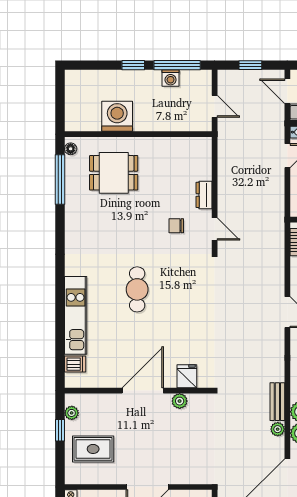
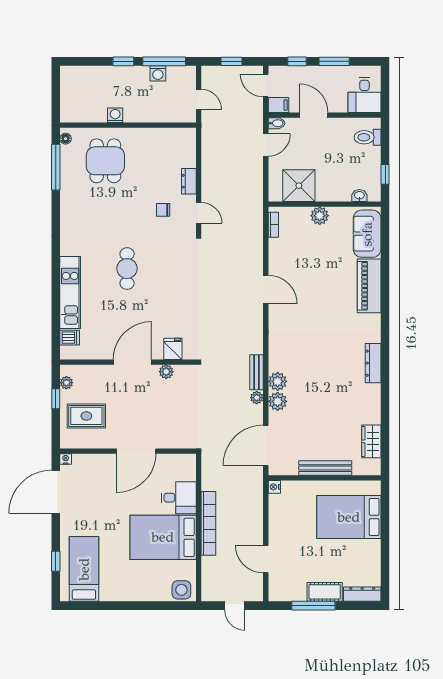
washing machine: (117, 116) -> (115, 115), width x0.53, depth x0.53
dining table: (114, 173) -> (105, 161), turned 90

